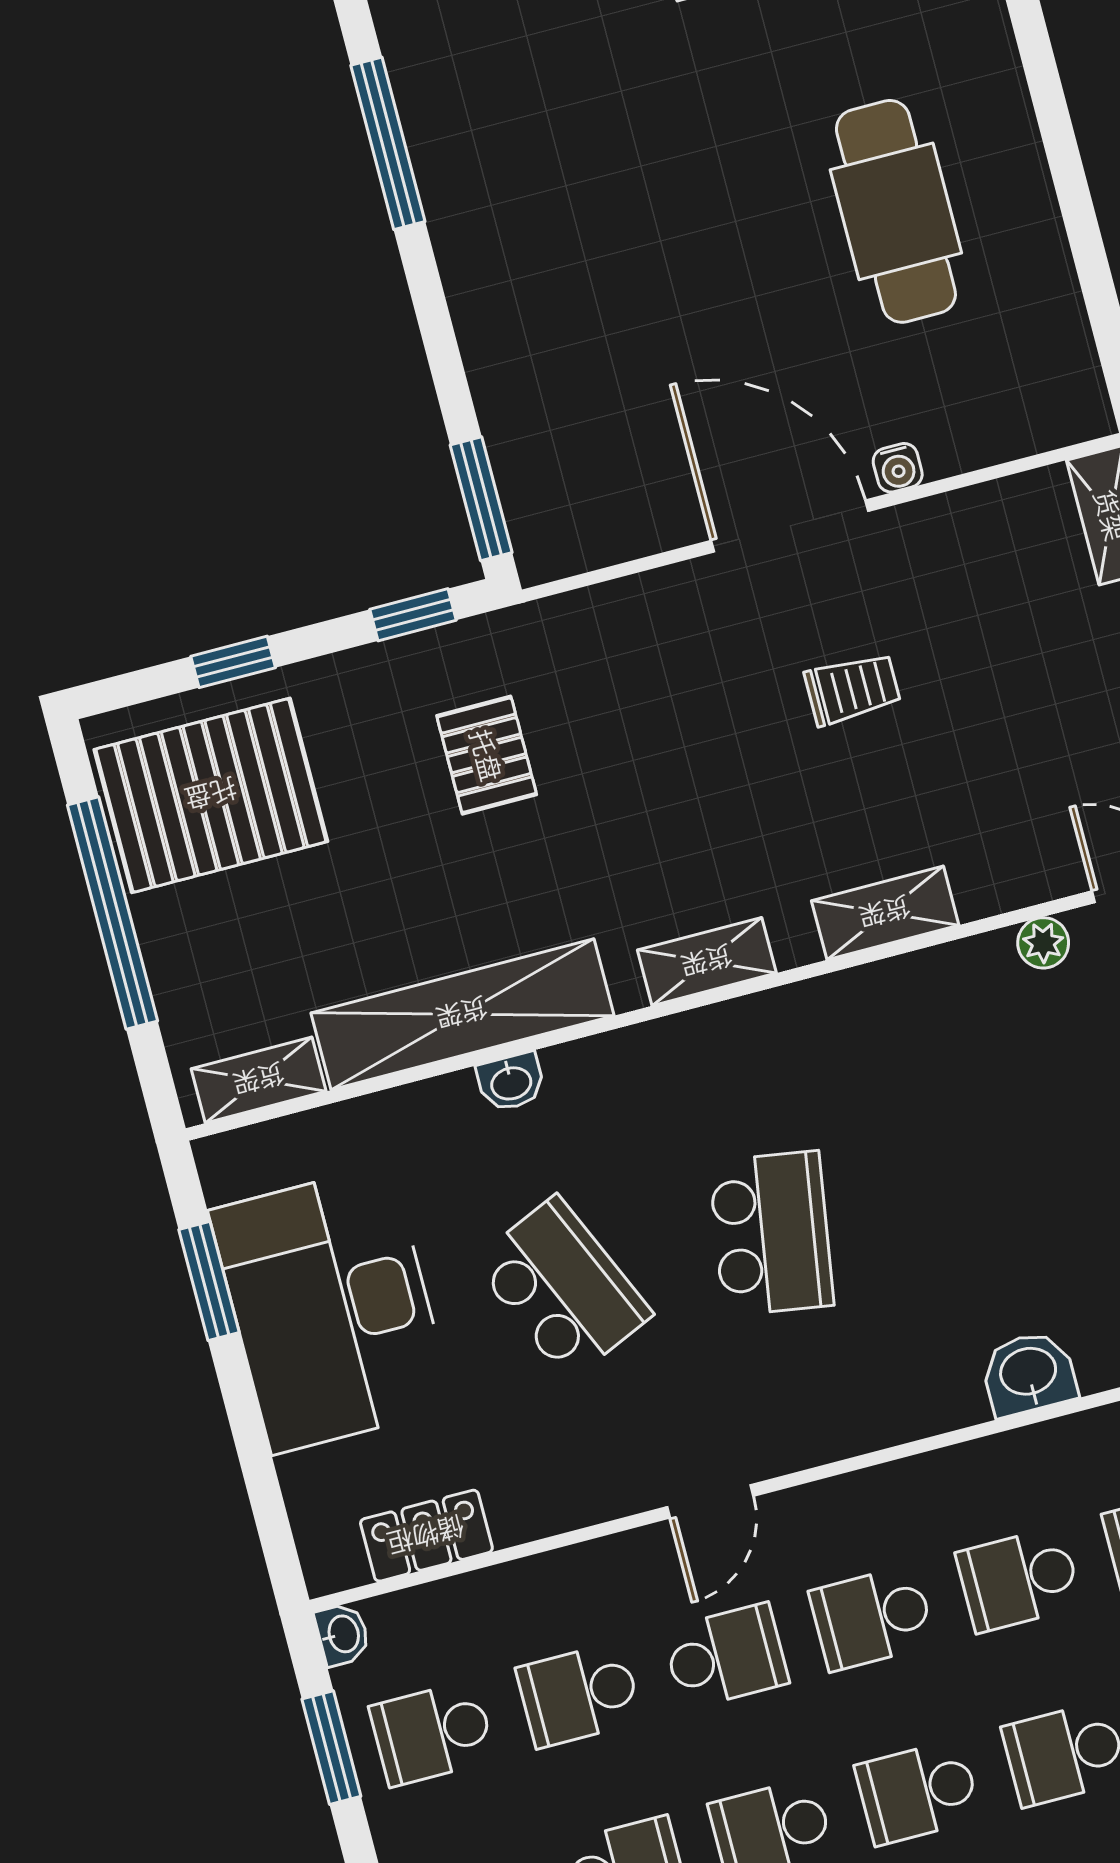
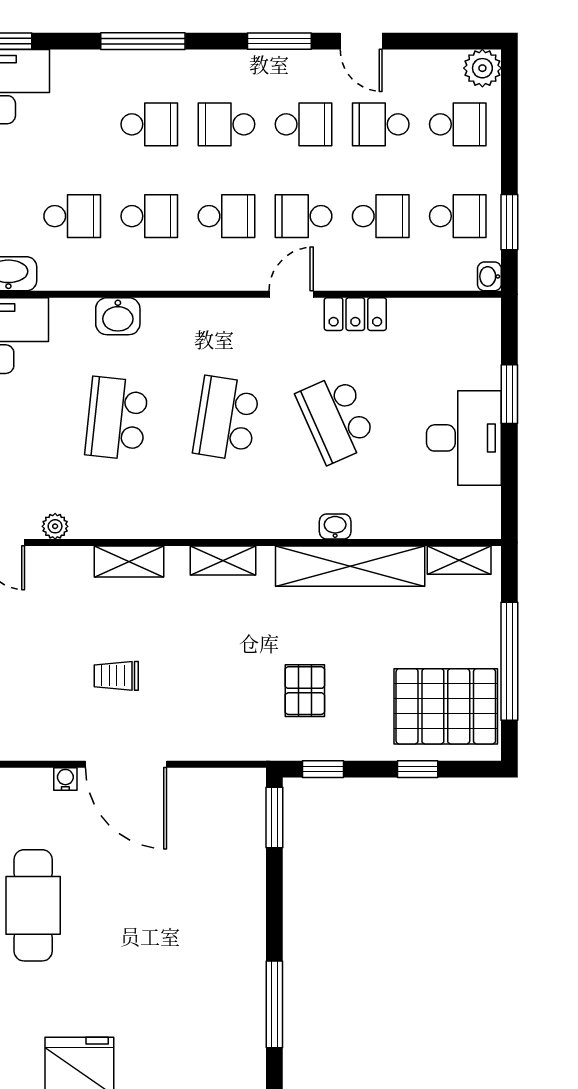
school desk: (980, 1179) -> (117, 418), added
window: (209, 1281) -> (509, 394), moved
desk: (331, 1309) -> (464, 438), width x0.73, depth x0.77
locker: (426, 1536) -> (355, 314), moved
school desk: (918, 1792) -> (226, 124), turned 180

